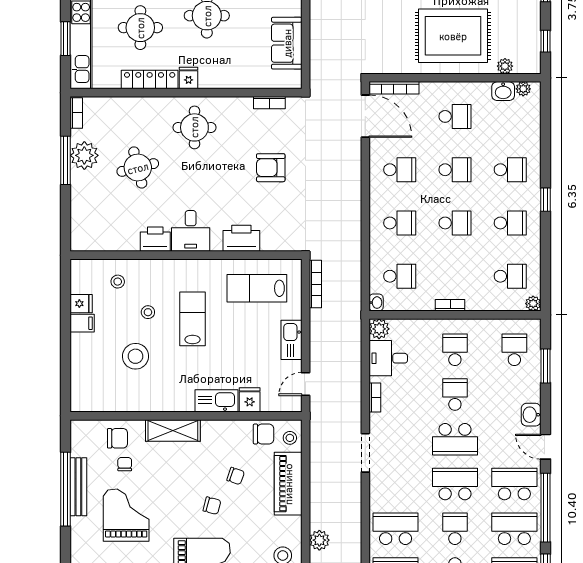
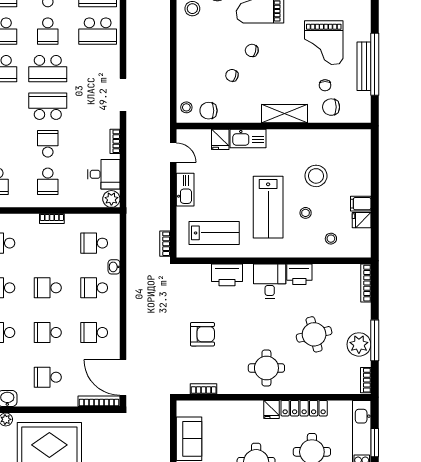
bookcase: (76, 229) -> (366, 283), added
bookcase: (315, 284) -> (165, 244), width x0.64
washbasin: (376, 303) -> (114, 267), moved
lab bench: (192, 319) -> (268, 207), width x1.36, depth x1.39
door: (306, 384) -> (173, 153), hinge flipped
school desk: (455, 395) -> (48, 144), turned 180
piano: (288, 484) -> (188, 69), removed
plant: (319, 540) -> (162, 21), removed

